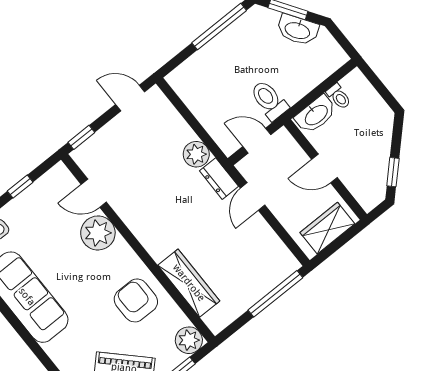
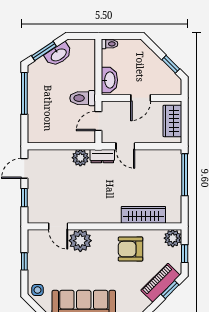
toilet: (339, 97) -> (110, 44), moved
window: (81, 137) -> (24, 198), moved
door: (94, 193) -> (58, 226), hinge flipped

